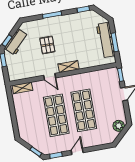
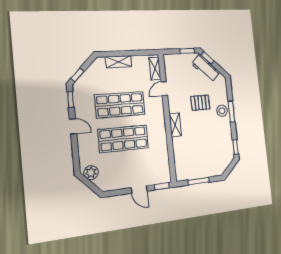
stool: (52, 24) -> (222, 111), added
workbench: (106, 40) -> (202, 171), removed
door: (50, 77) -> (164, 89), moved
shelving: (21, 119) -> (119, 62), added
plant: (119, 126) -> (91, 173), moved

